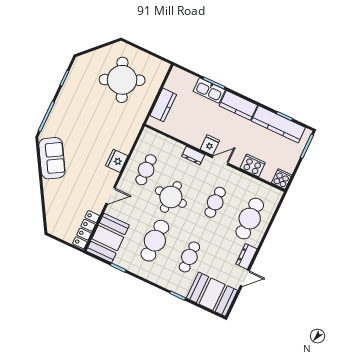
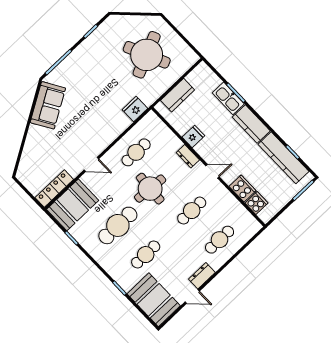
fridge: (210, 145) -> (193, 136), moved
fridge: (117, 161) -> (135, 109), moved
cooker: (282, 179) -> (256, 203), moved
cafe table: (250, 219) -> (220, 240), width x0.73, depth x0.74

